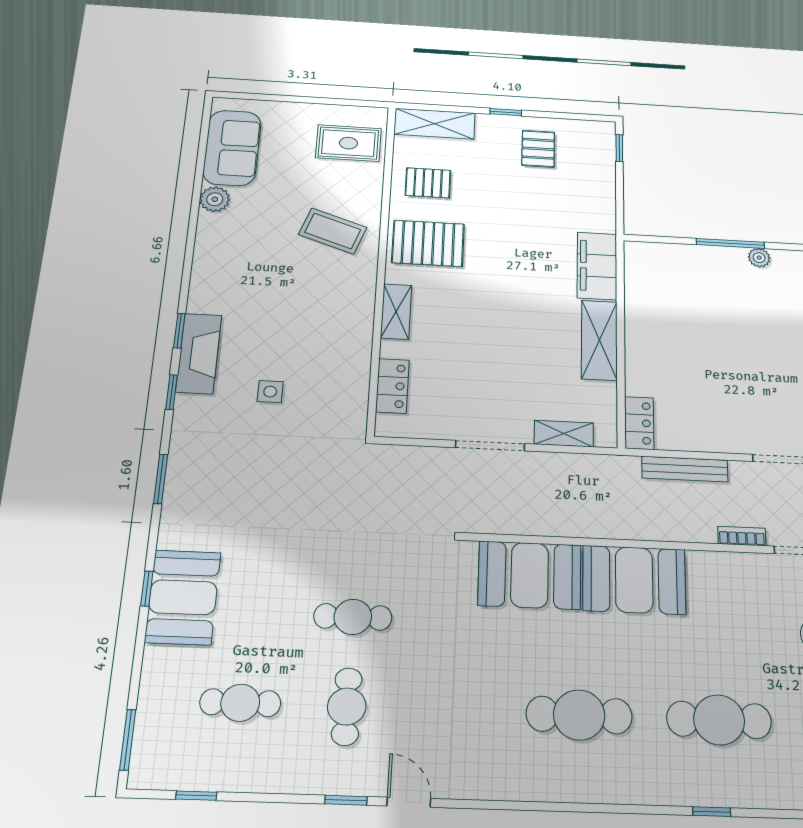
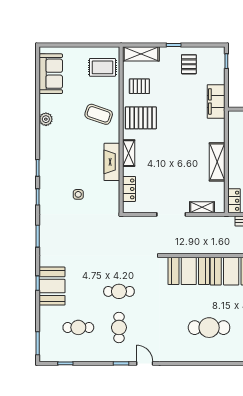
plant: (215, 199) -> (46, 119), moved
filing cabinet: (597, 266) -> (216, 101), moved
fireplace: (199, 353) -> (112, 162), moved, turned 180

